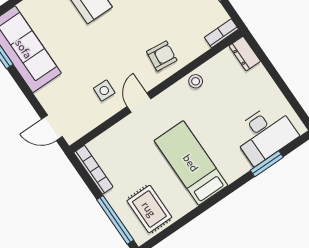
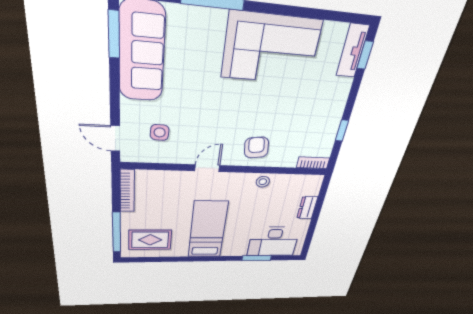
dresser: (245, 54) -> (307, 208), moved
armchair: (162, 56) -> (256, 147), turned -103
side table: (104, 91) -> (160, 132), moved
rug: (149, 209) -> (150, 240), turned 90

